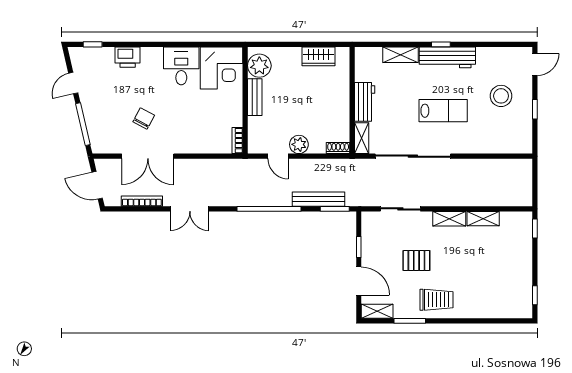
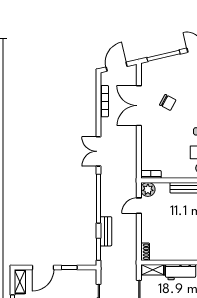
plant: (299, 144) -> (148, 189), moved
bench: (318, 199) -> (106, 231), width x0.73
double door: (190, 209) -> (98, 151), moved

